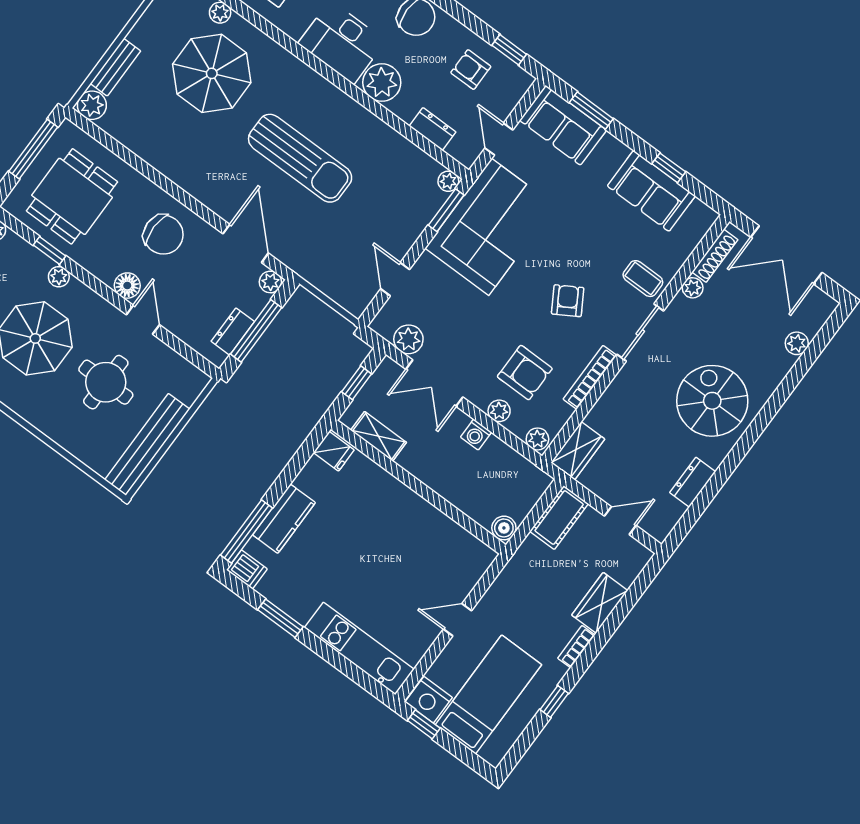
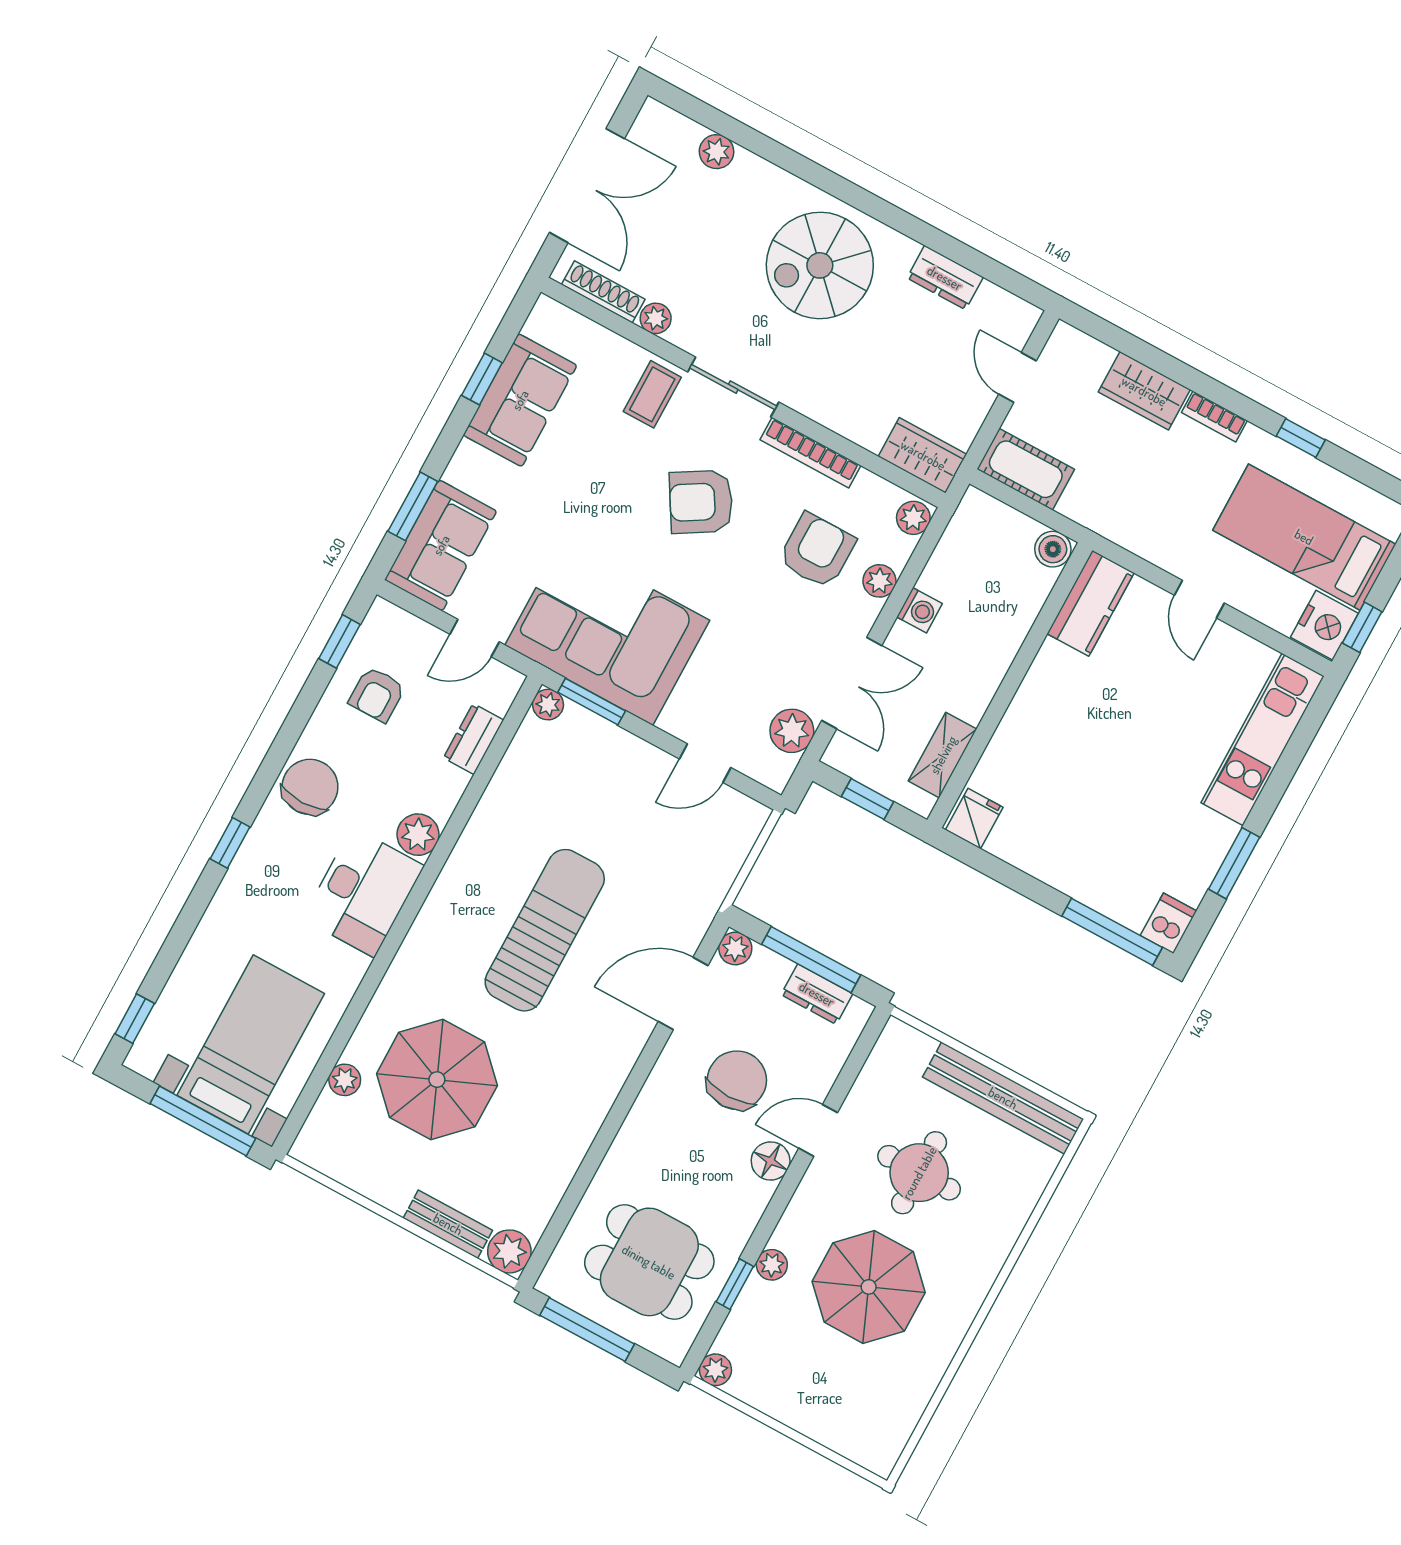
plant: (382, 83) -> (418, 835), width x0.73, depth x0.73
chair: (163, 235) -> (737, 1080), moved
armchair: (568, 301) -> (701, 502), width x1.38, depth x1.38
kitchen counter: (284, 519) -> (1090, 603), moved, turned 90

